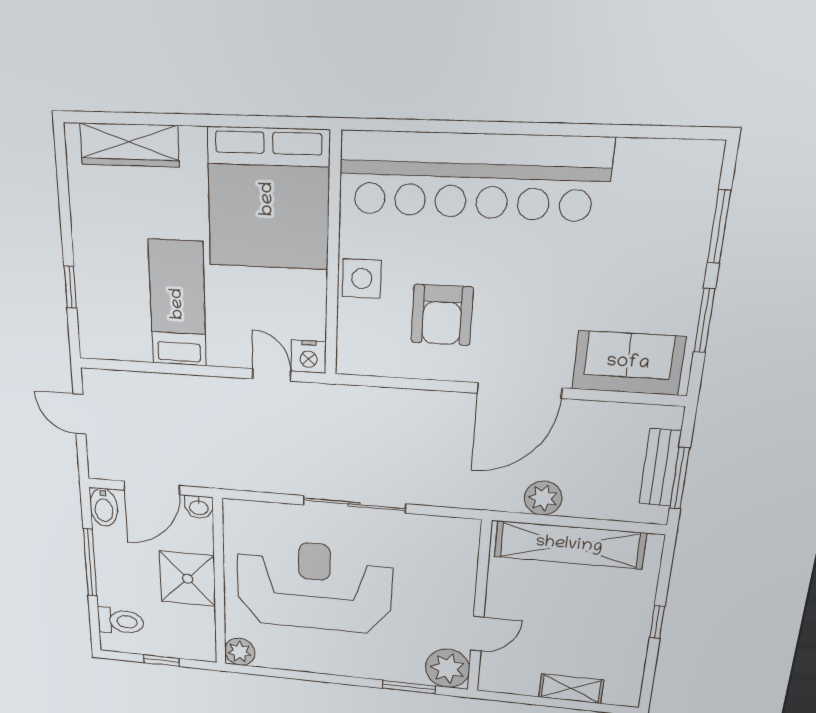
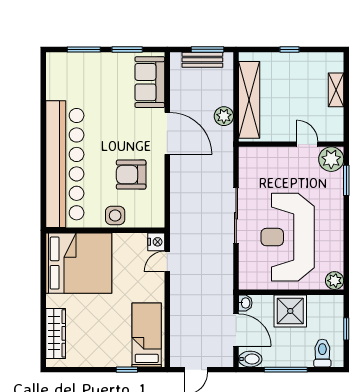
bed: (178, 304) -> (147, 335), moved, turned 90
armchair: (442, 315) -> (131, 175), turned 180

